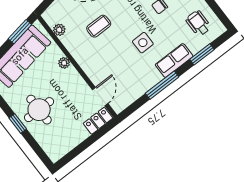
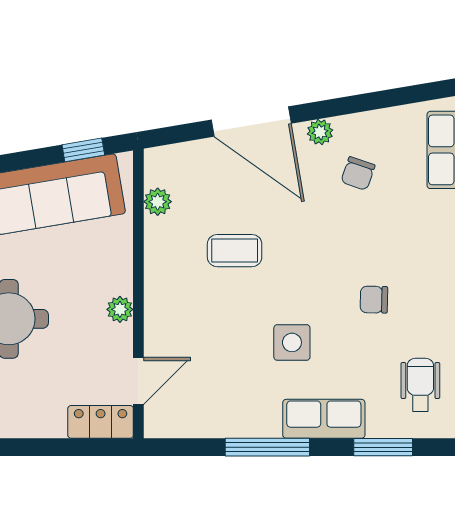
window: (20, 32) -> (83, 150), width x0.67
plant: (64, 63) -> (120, 309), moved

